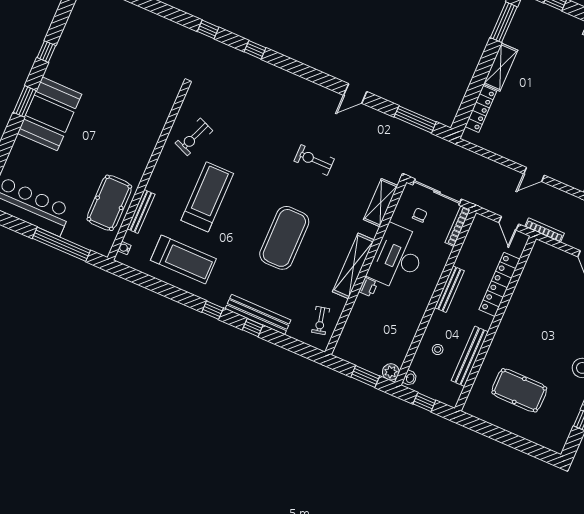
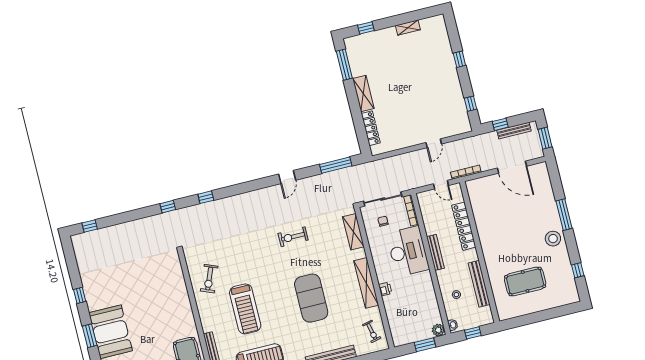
treadmill: (207, 197) -> (245, 309), turned 180
desk: (397, 257) -> (408, 251), moved, turned 180

